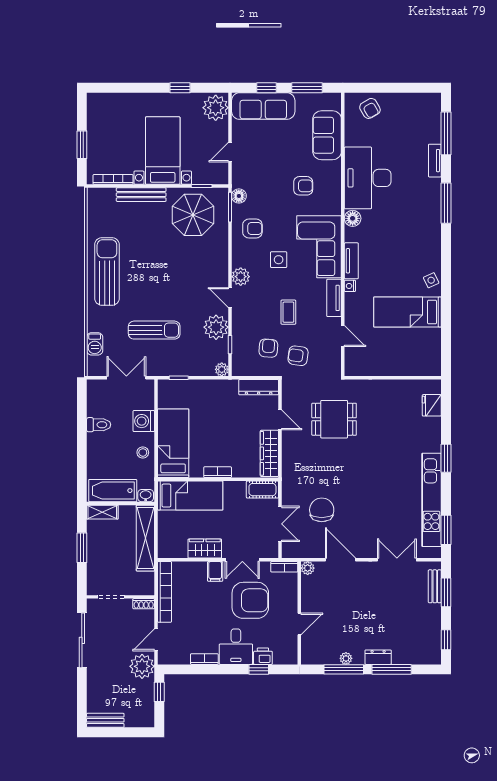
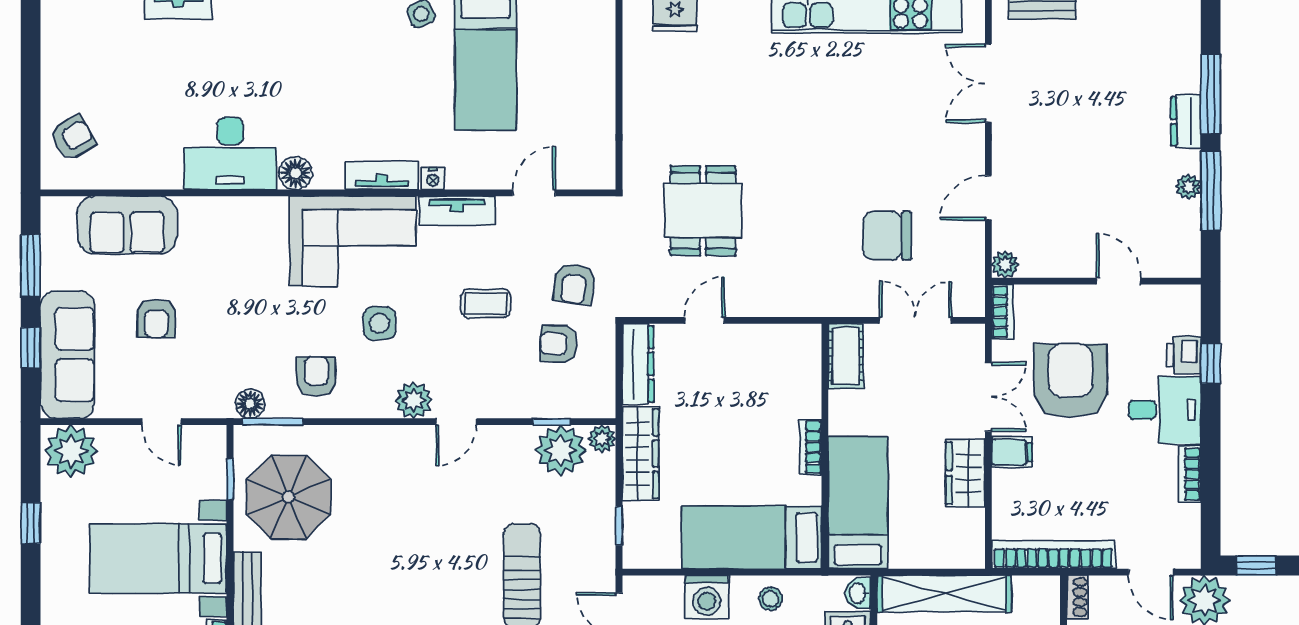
desk: (368, 178) -> (230, 153), width x0.73, depth x0.77
armchair: (303, 186) -> (156, 318), moved, turned 180
plant: (216, 327) -> (561, 450), moved
wardrobe: (269, 453) -> (640, 454), moved, turned -90
door: (340, 560) -> (988, 198), width x0.73

